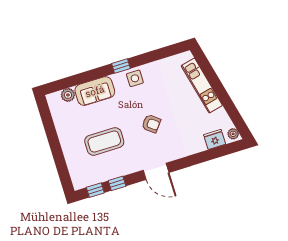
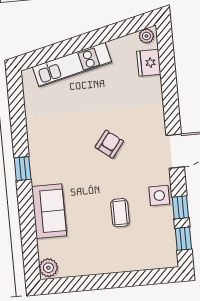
side table: (135, 78) -> (159, 196), moved
plant: (68, 95) -> (48, 268), moved
coffee table: (104, 141) -> (120, 213), width x0.54, depth x0.58

